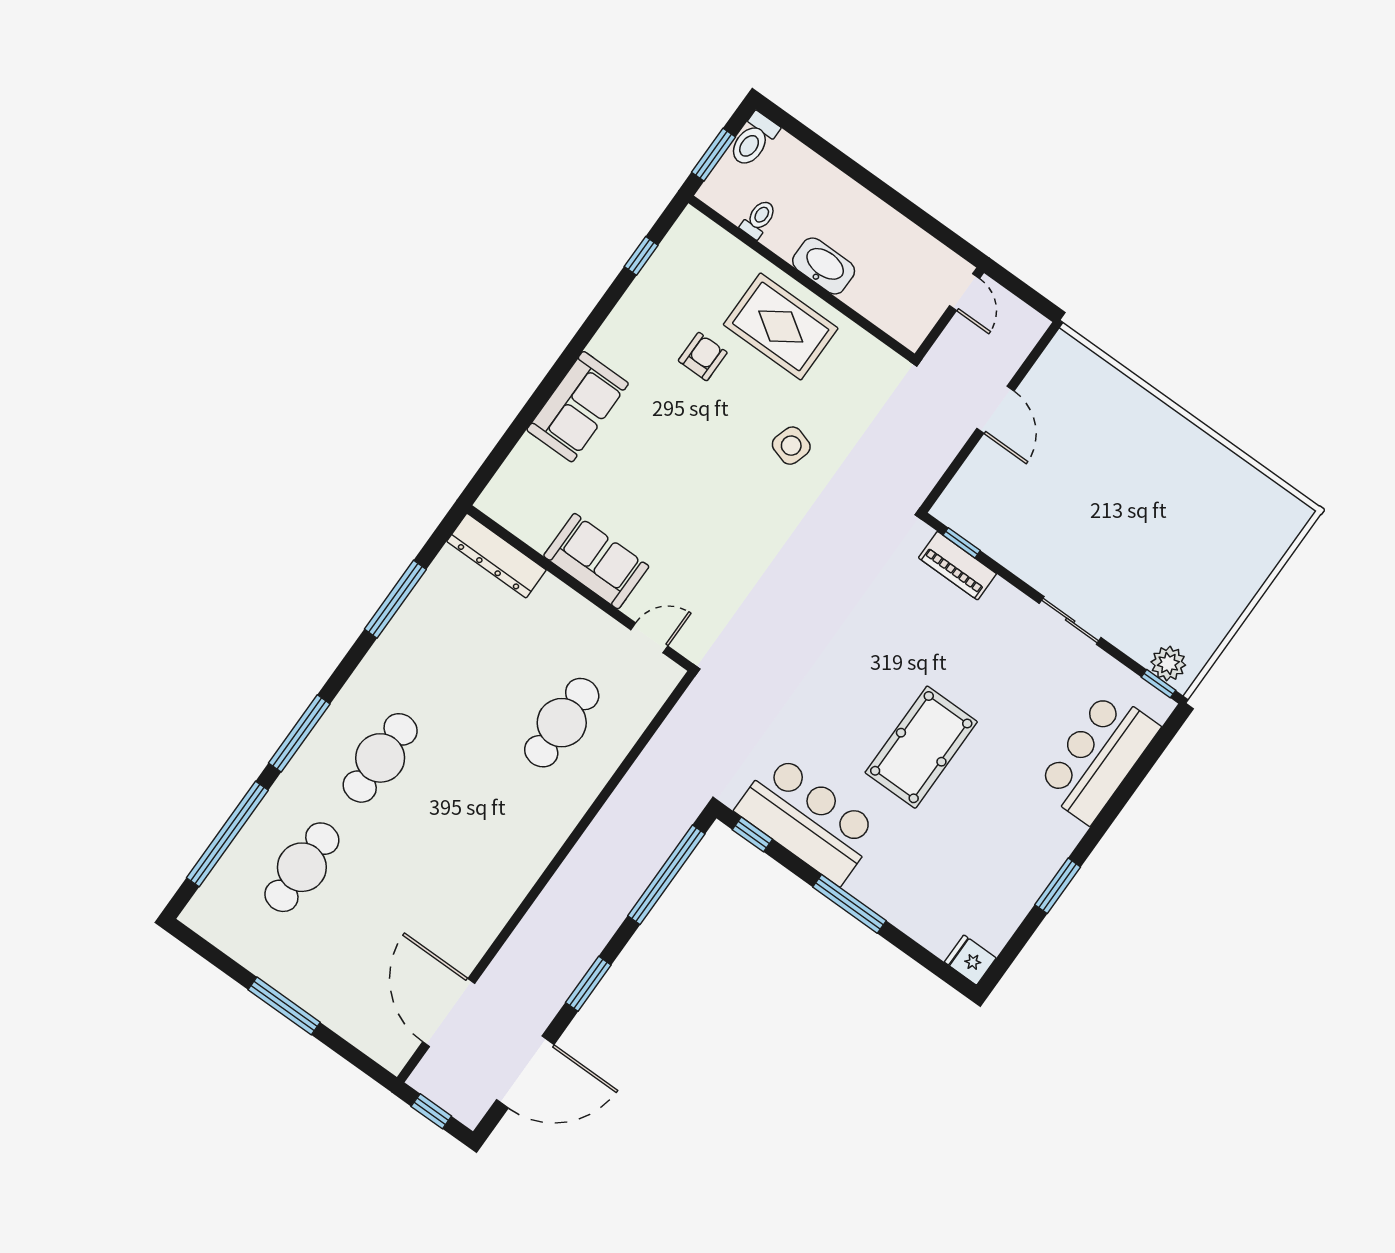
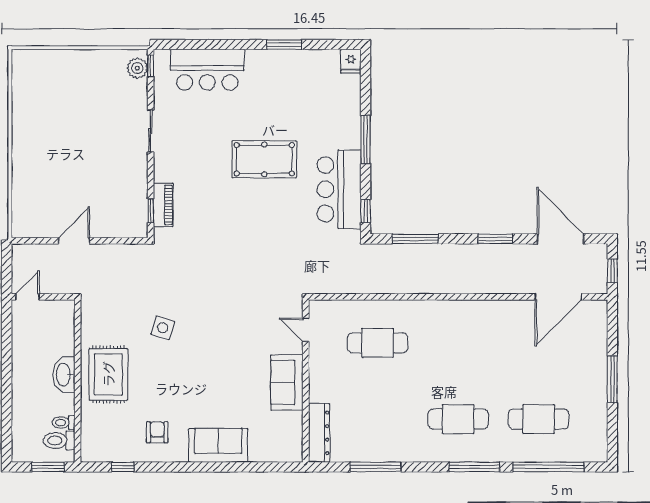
toilet: (753, 140) -> (59, 441), moved, turned 180
armchair: (703, 357) -> (157, 432), moved, turned 90
window: (666, 875) -> (415, 239), width x0.68

